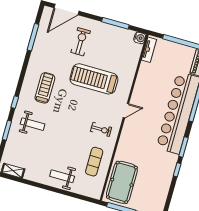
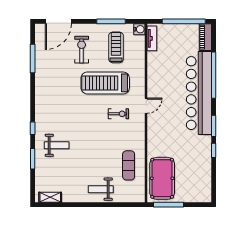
treadmill: (45, 88) -> (116, 47), moved
exercise bike: (101, 129) -> (118, 114), moved

